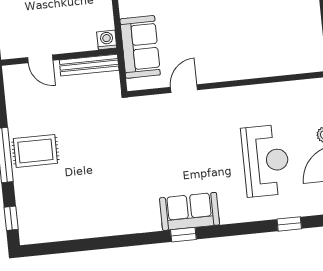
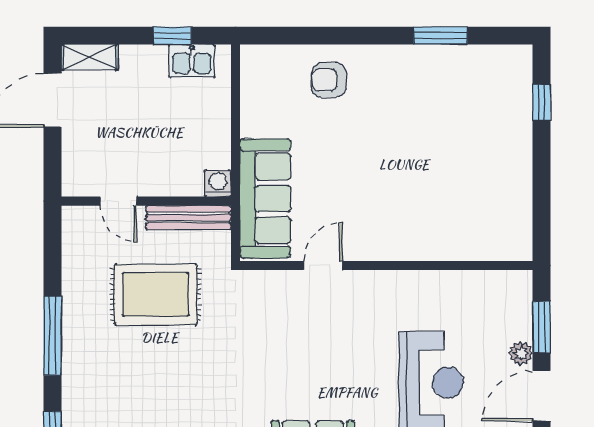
sofa: (140, 47) -> (265, 199), width x1.36
rug: (35, 151) -> (156, 294), moved, width x1.36, depth x1.43

